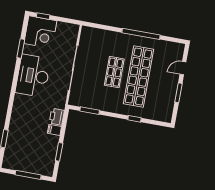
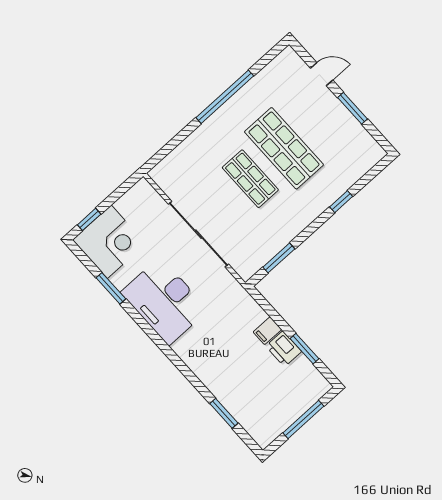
door: (183, 68) -> (322, 74), swing flipped
shop shelf: (139, 76) -> (284, 148), width x0.71
printer: (57, 117) -> (284, 349), moved

